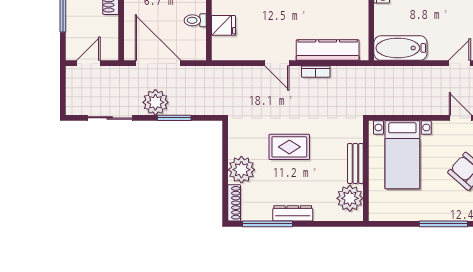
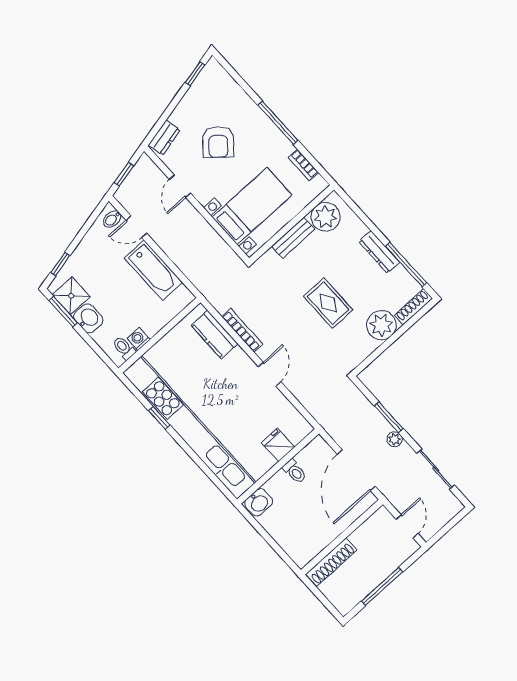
bathtub: (400, 48) -> (153, 270), moved
kitchen counter: (328, 50) -> (214, 334), width x0.67
door: (88, 63) -> (407, 526), swing flipped
bookcase: (316, 72) -> (242, 330), width x1.56
plant: (155, 102) -> (395, 439), width x0.53, depth x0.53
bookcase: (399, 215) -> (303, 165), added

